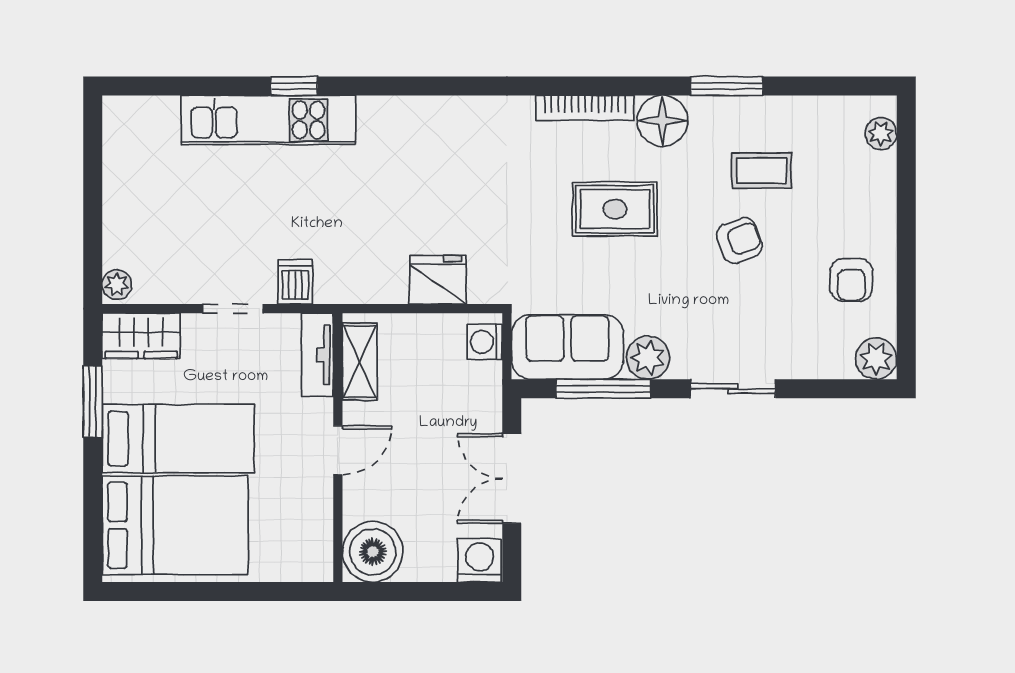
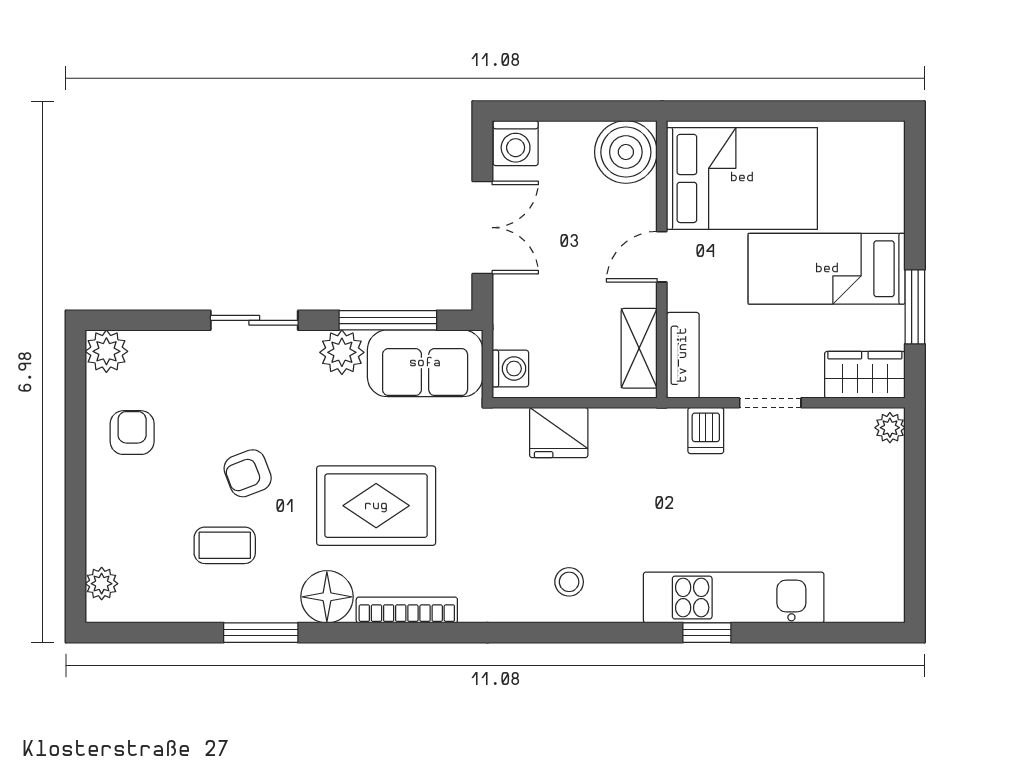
stool: (428, 135) -> (569, 582), added
rug: (615, 209) -> (376, 506), width x1.36, depth x1.43
bed: (175, 525) -> (742, 178), moved, turned 180

